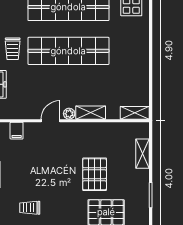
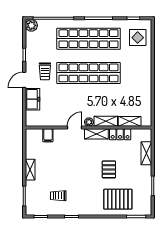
shelving: (135, 113) -> (130, 121), moved
shelving: (79, 129) -> (96, 134), added
locker: (109, 129) -> (120, 134), added
pallet: (95, 174) -> (109, 169), width x0.67, depth x0.71

